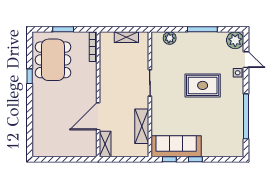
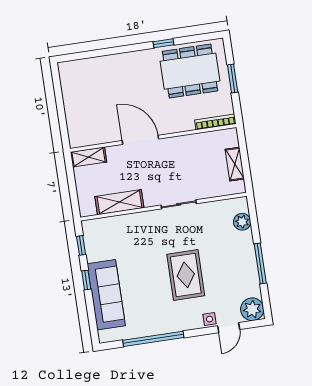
door: (98, 116) -> (140, 140), moved
sofa: (176, 146) -> (106, 295), moved

